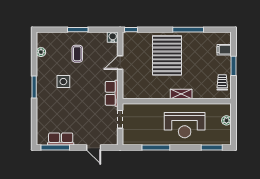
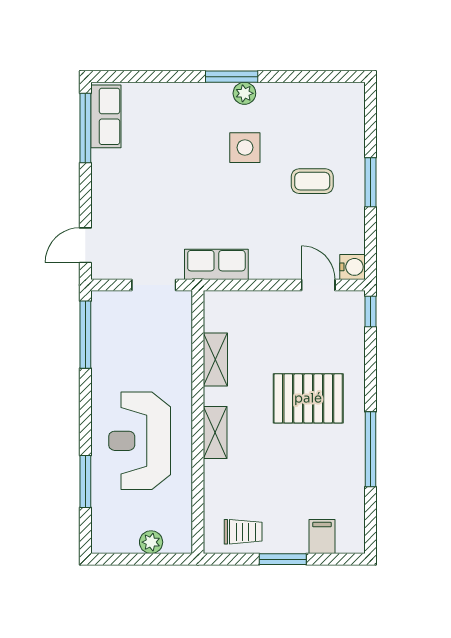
plant: (41, 52) -> (244, 93), moved
pallet: (167, 55) -> (308, 398), width x0.73, depth x0.71
door: (120, 63) -> (318, 285), moved
shelving: (151, 94) -> (215, 359), added
row of seats: (61, 139) -> (106, 116), moved
door: (94, 148) -> (85, 245), moved
window: (156, 148) -> (85, 335), moved
window: (212, 148) -> (85, 482), moved

